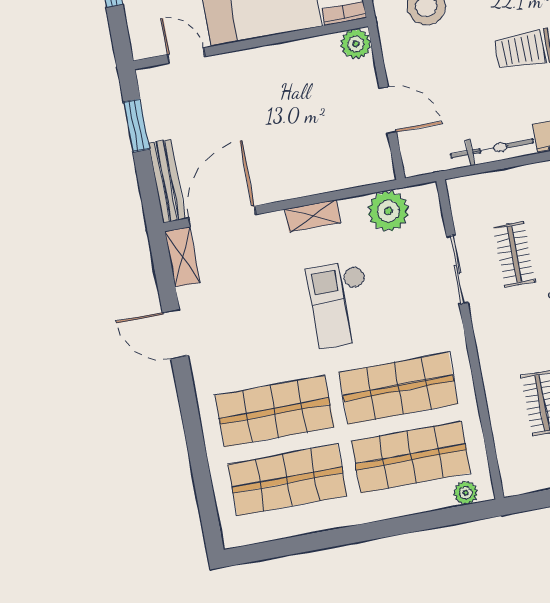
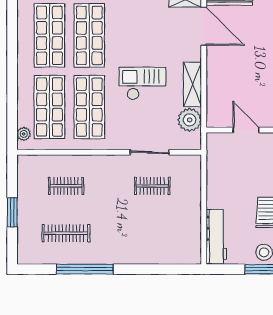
door: (388, 110) -> (246, 130), swing flipped
bicycle: (492, 149) -> (214, 184), removed
shelving: (313, 216) -> (192, 84), width x1.50, depth x1.33

